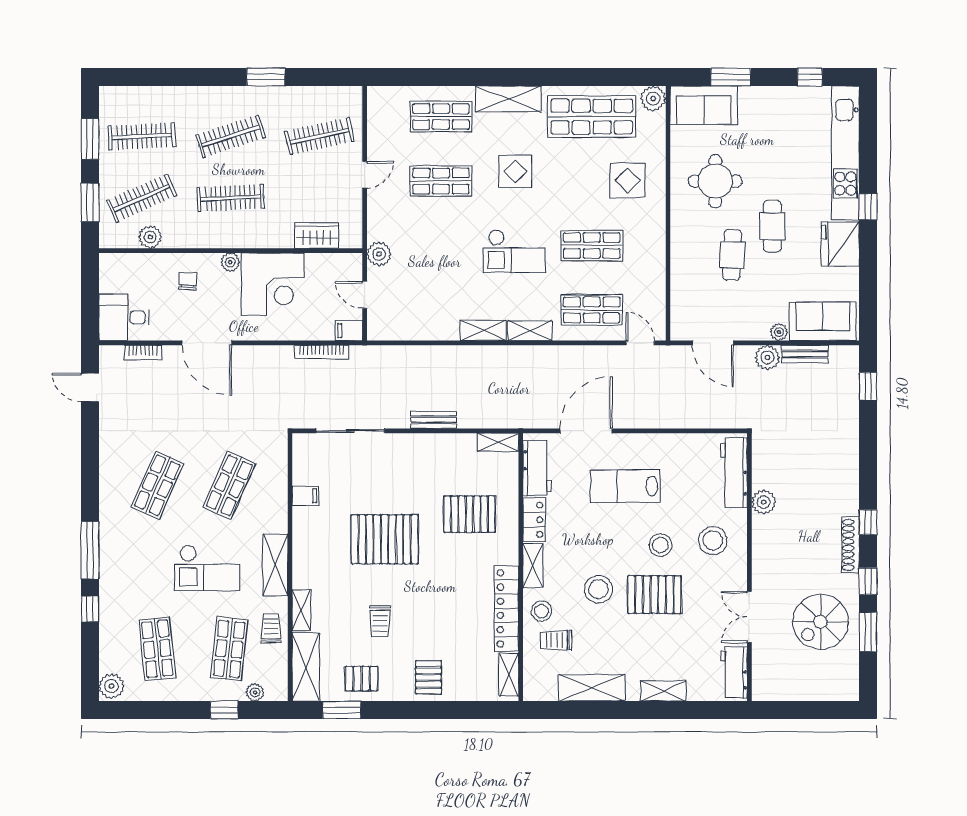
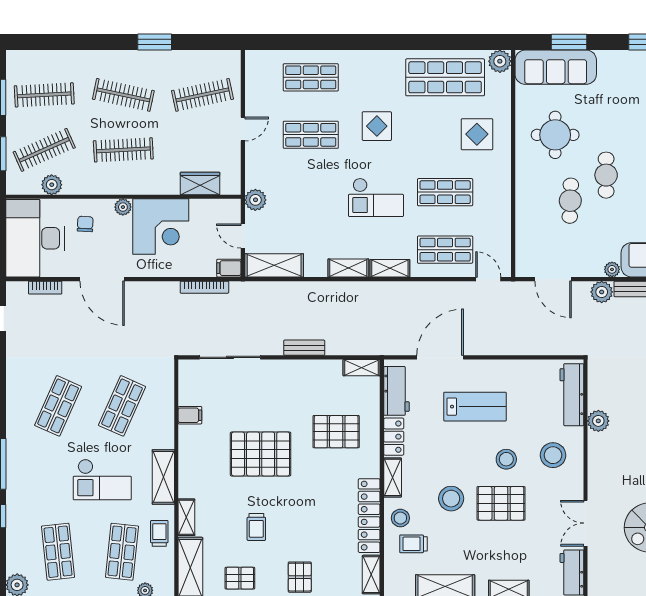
shelving: (508, 99) -> (274, 265), moved
sofa: (704, 105) -> (556, 67), width x1.36
clothes rail: (231, 136) -> (123, 95), turned 30
desk: (124, 317) -> (35, 238), width x1.87, depth x1.30
lab bench: (625, 486) -> (475, 407), turned 180

